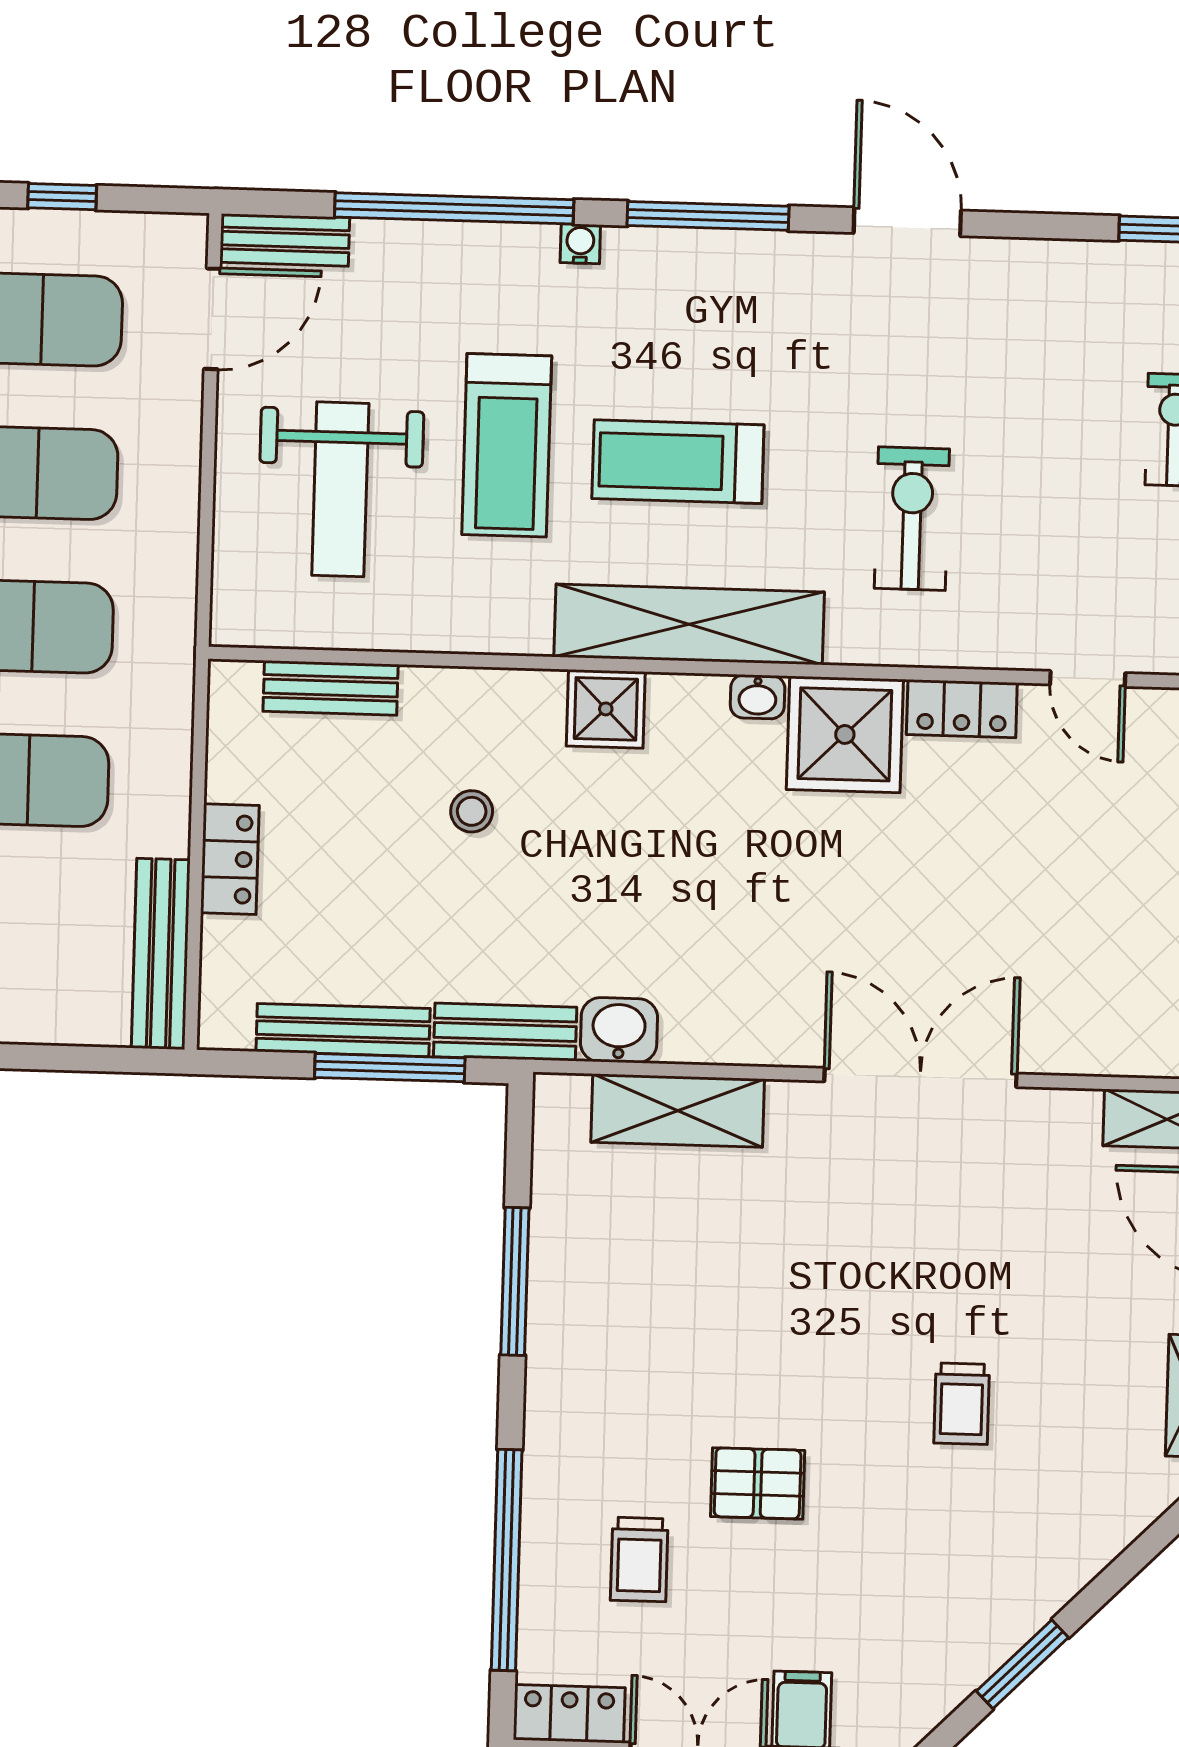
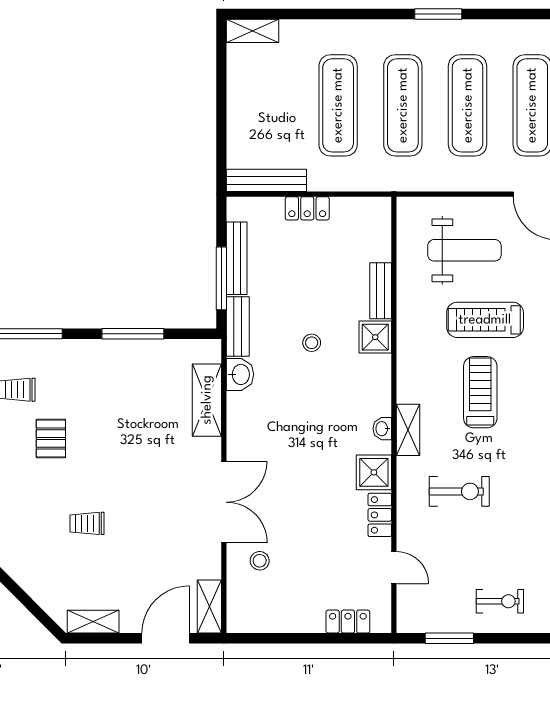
weight bench: (340, 489) -> (464, 250), turned 180
shelving: (689, 624) -> (408, 430), width x0.45, depth x0.75
door: (1088, 679) -> (394, 567), swing flipped
bench: (331, 688) -> (381, 291), moved
shower: (606, 709) -> (375, 337), moved
shower: (845, 734) -> (374, 472), width x0.73, depth x0.73
stool: (472, 811) -> (312, 343), moved
stool: (1062, 997) -> (260, 561), added

